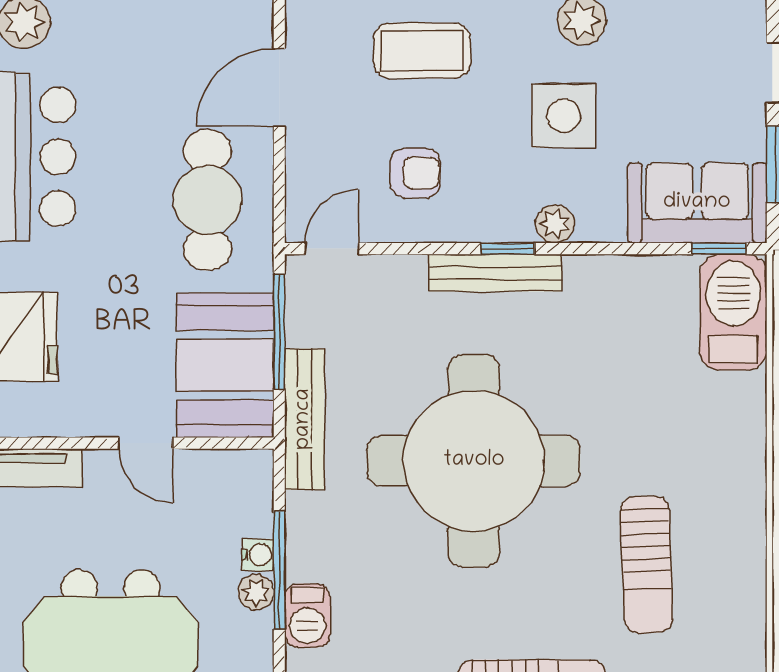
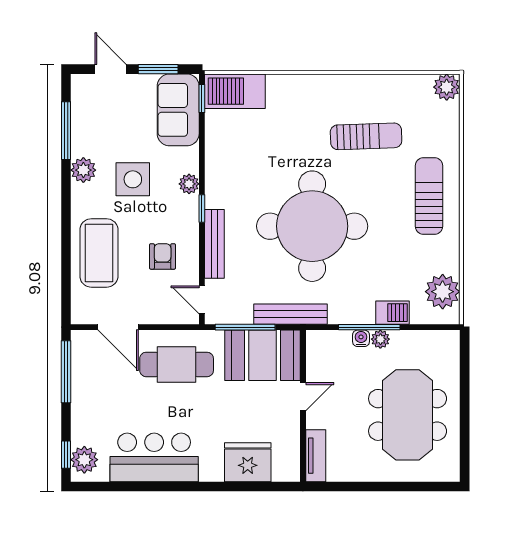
coffee table: (422, 51) -> (99, 253), width x1.36, depth x1.32
bench: (495, 273) -> (214, 244), moved

